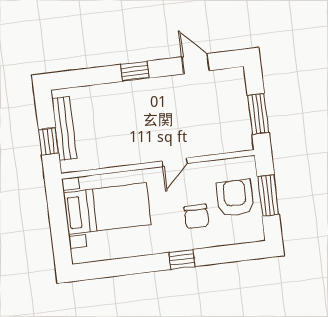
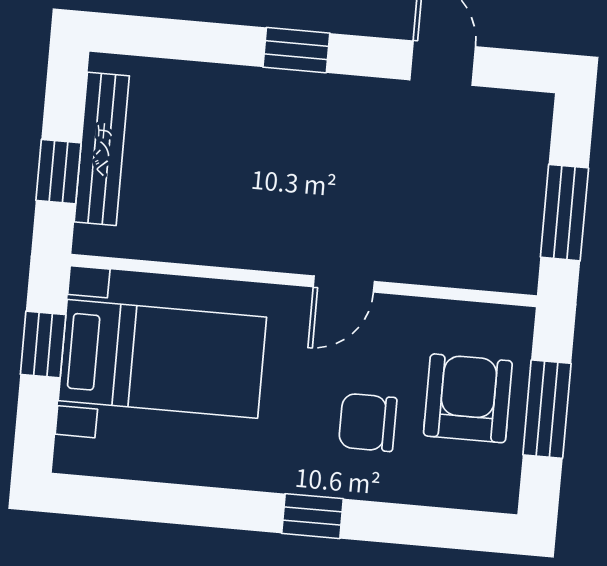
window: (57, 213) -> (43, 345), added
chair: (196, 216) -> (368, 422), turned 90

